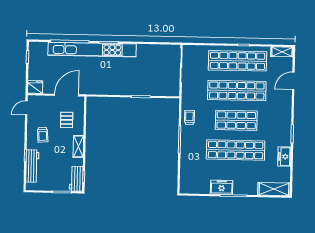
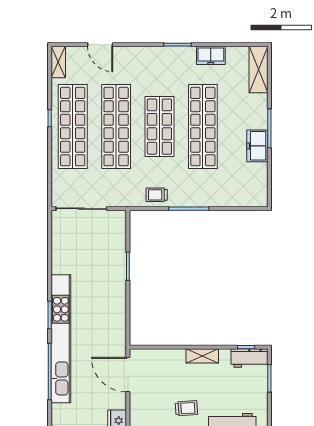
pallet: (67, 120) -> (164, 374), removed

